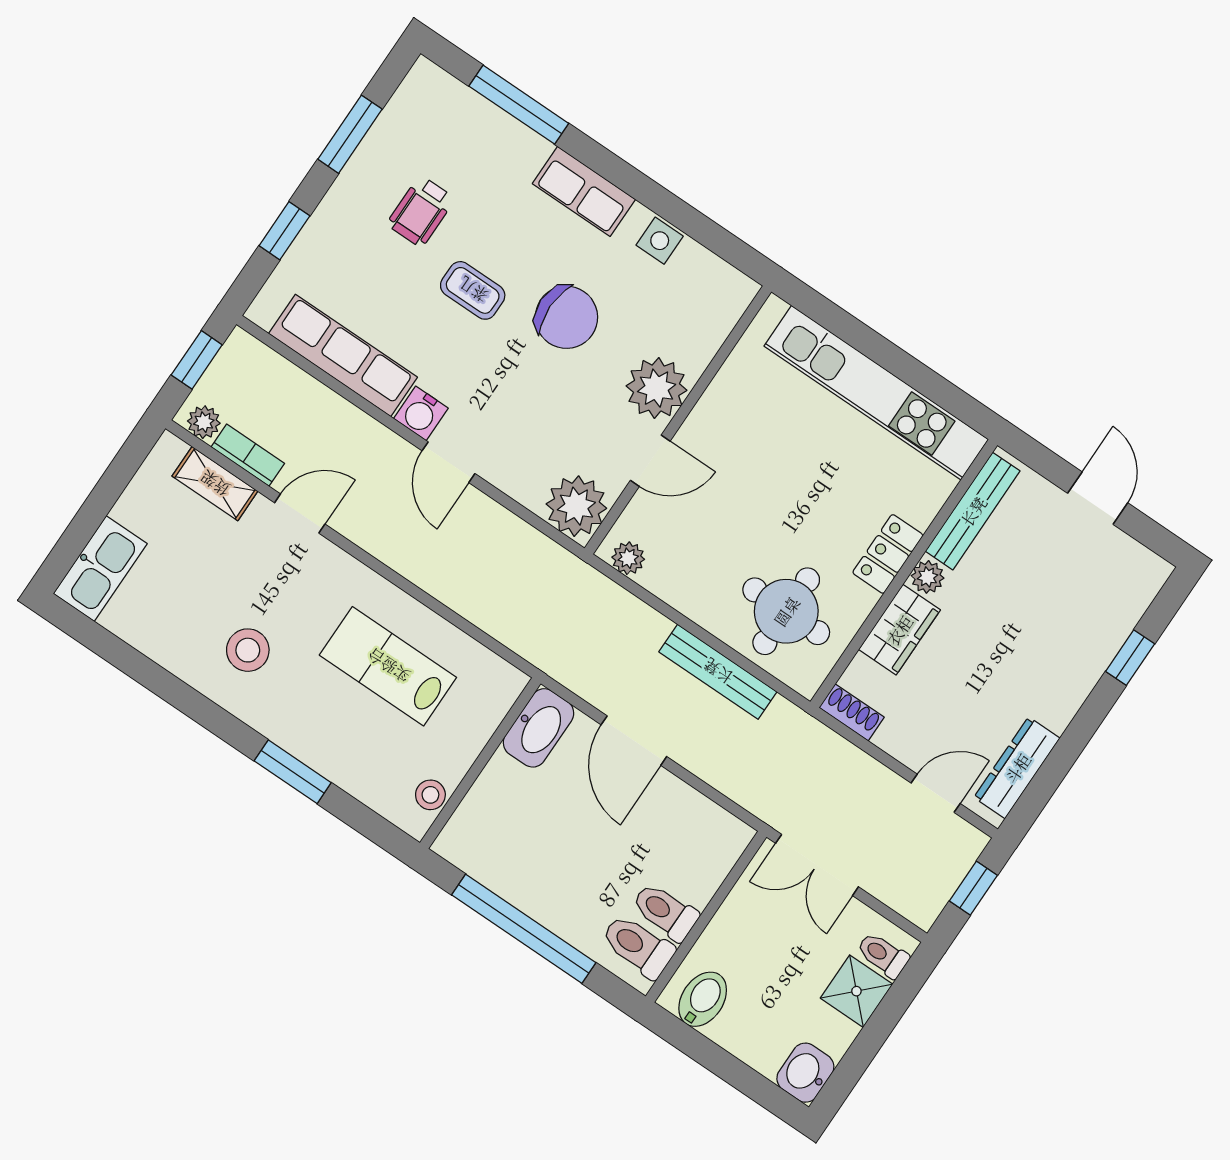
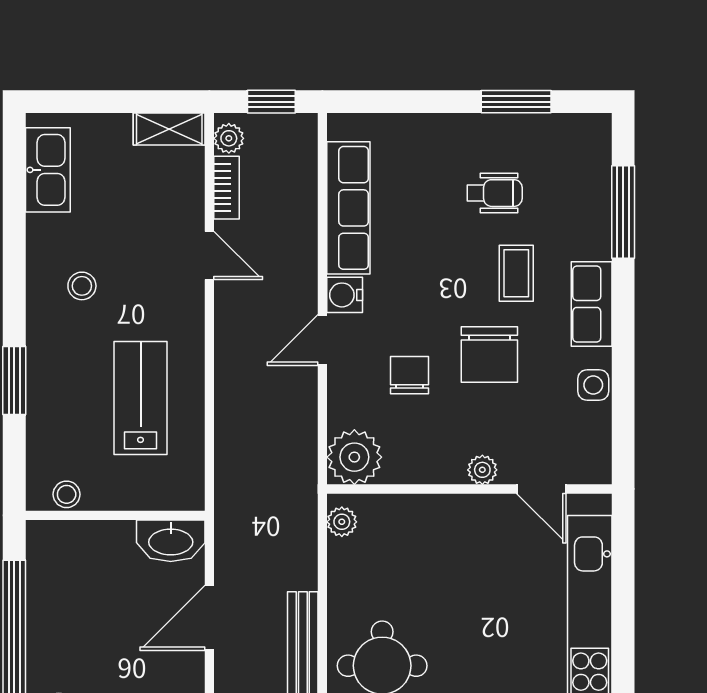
wheelchair: (421, 211) -> (495, 193), turned 180
window: (284, 231) -> (411, 102), removed
coffee table: (473, 290) -> (516, 273), moved
plant: (657, 388) -> (482, 470), width x0.53, depth x0.53
chair: (535, 404) -> (410, 375), added
door: (650, 461) -> (541, 489), moved
shelving: (215, 484) -> (169, 129), moved, turned 90
kitchen sink: (100, 569) -> (48, 170), moved, turned -90
stool: (248, 650) -> (82, 286), width x0.73, depth x0.73

